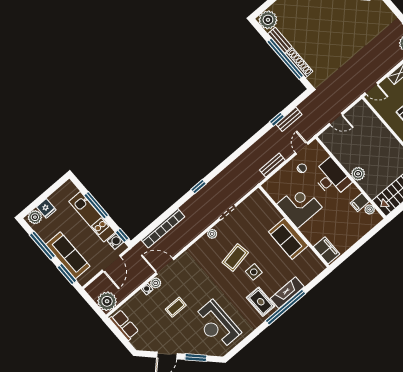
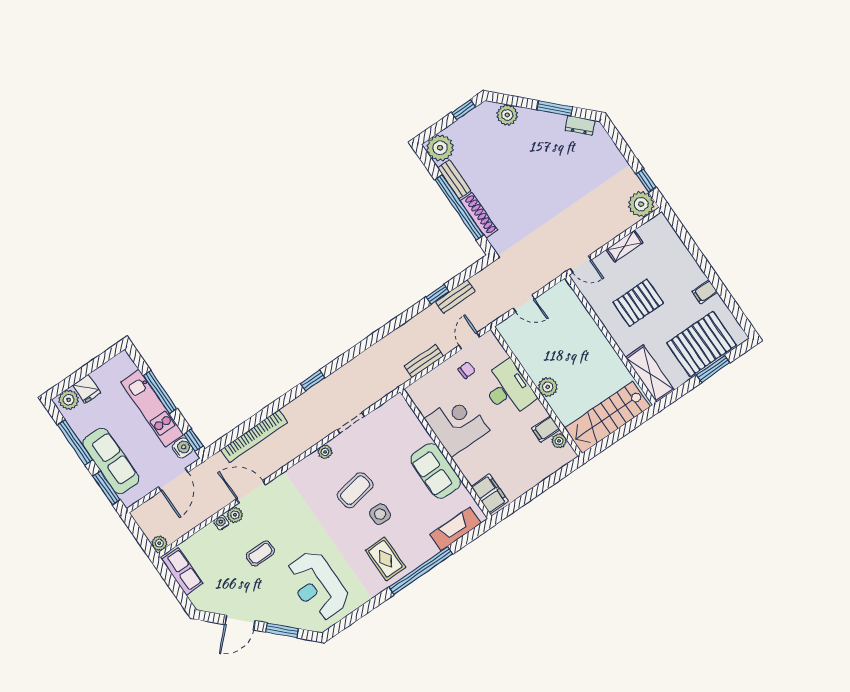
fireplace: (287, 293) -> (455, 529), moved
plant: (107, 301) -> (159, 543), width x0.53, depth x0.53

